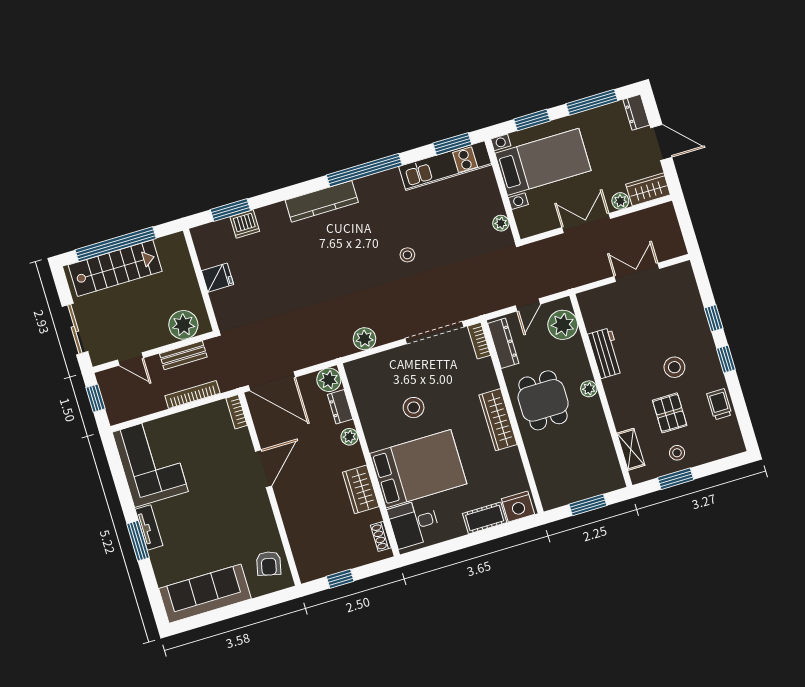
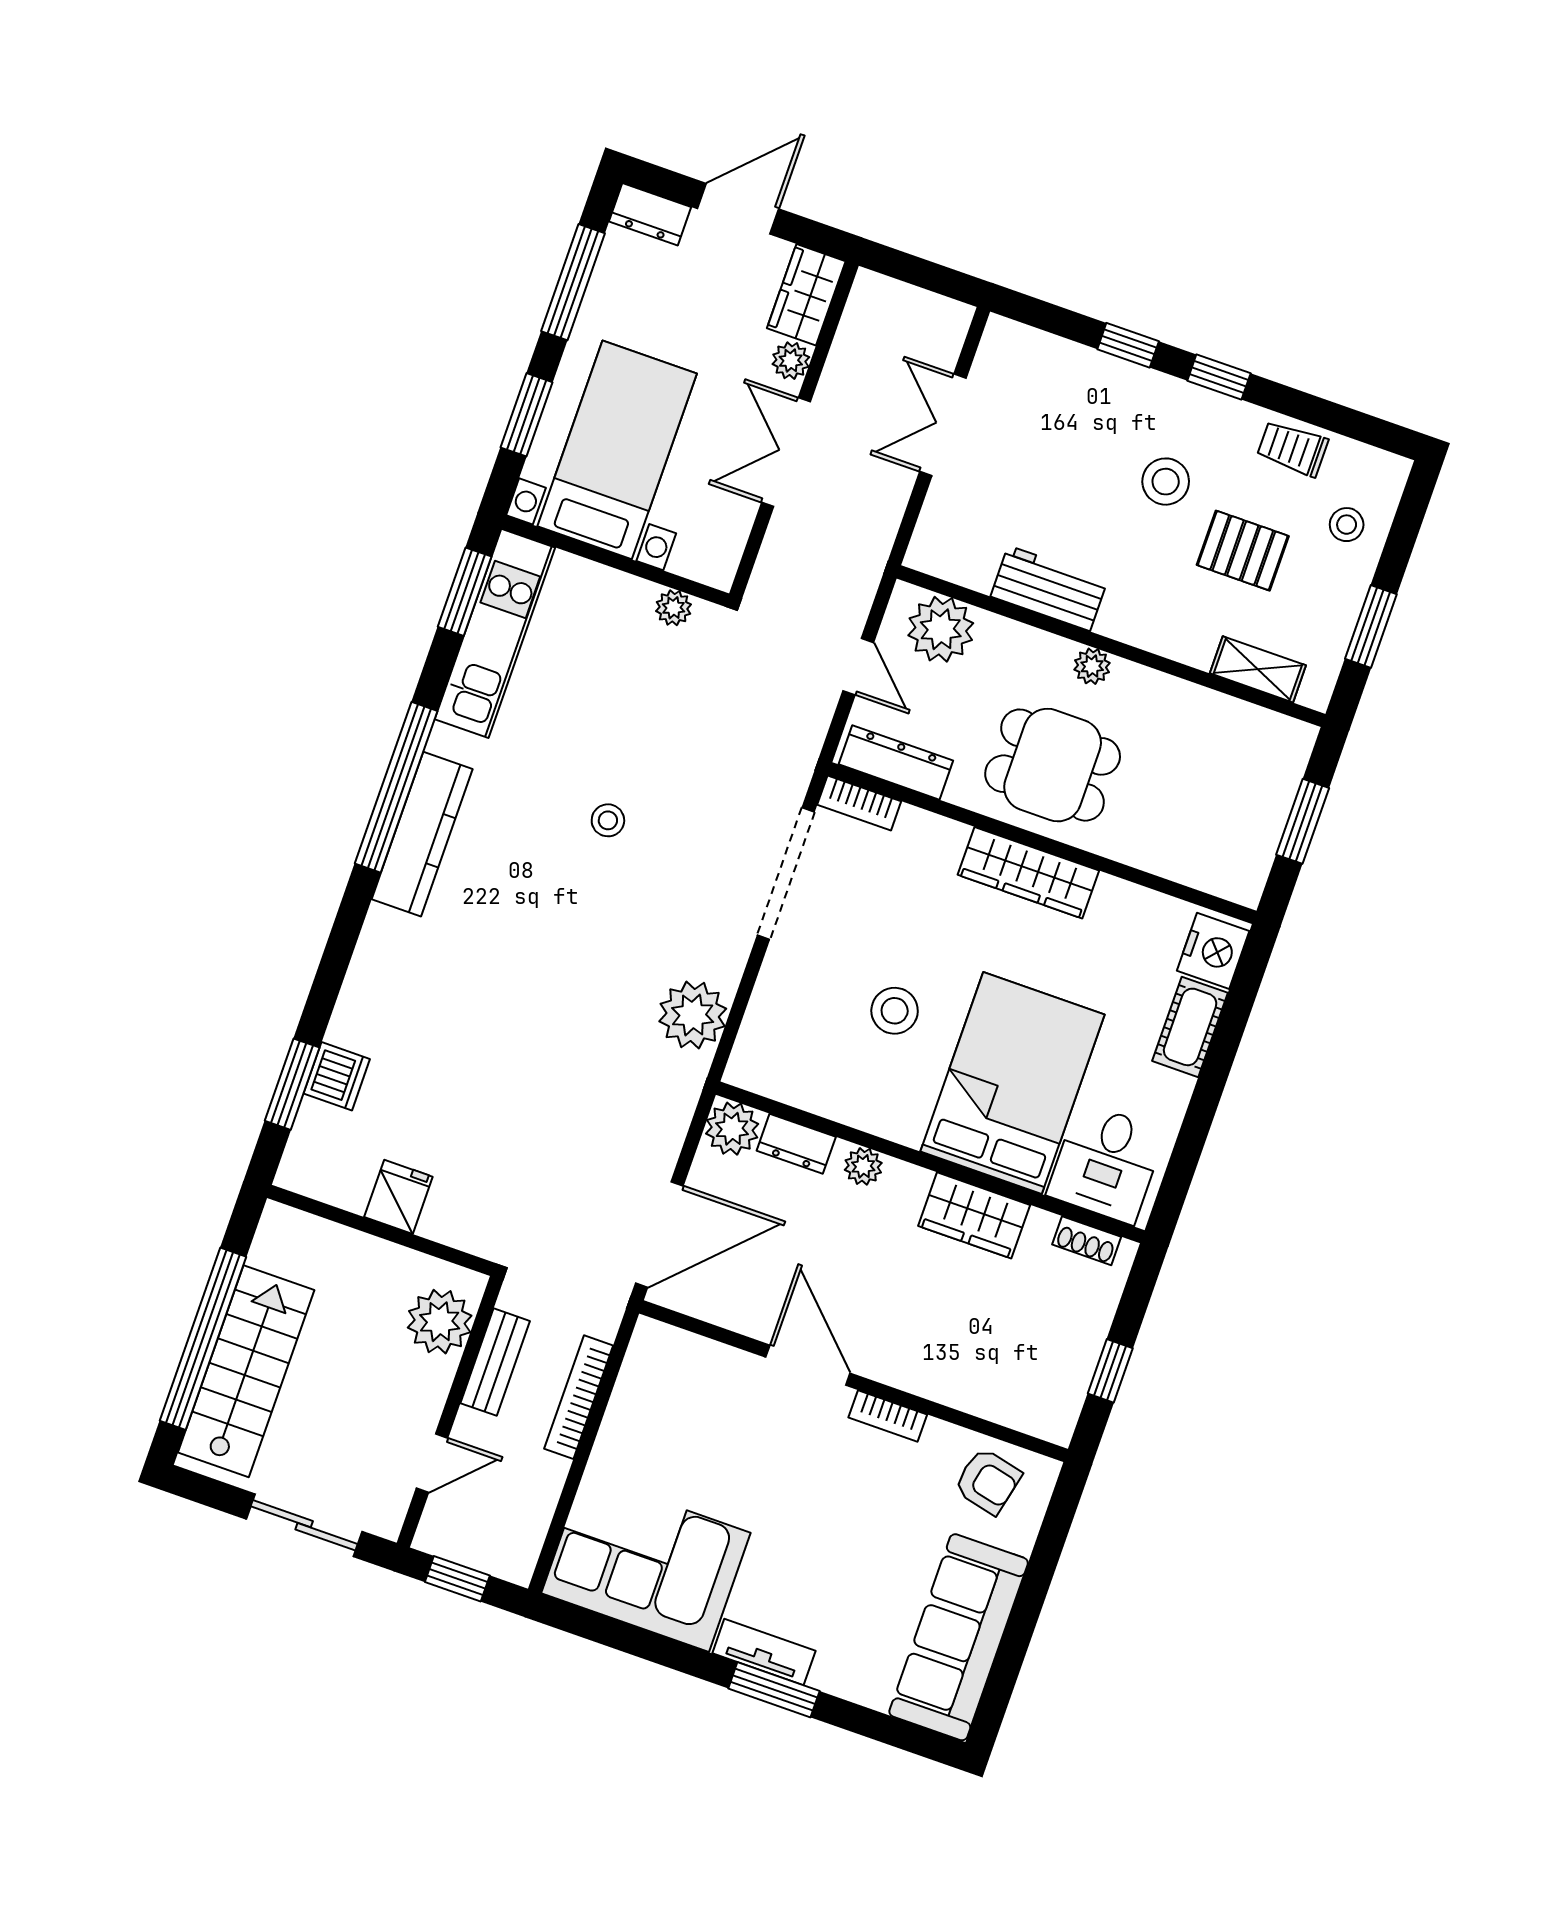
kitchen counter: (322, 201) -> (422, 834), moved
plant: (365, 339) -> (693, 1015), width x1.36, depth x1.36
bookcase: (237, 412) -> (888, 1416), moved
stool: (677, 453) -> (1347, 525), moved

